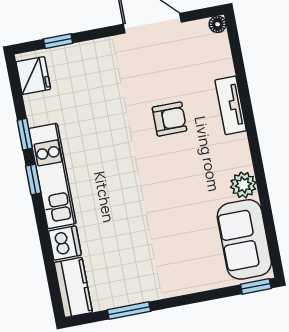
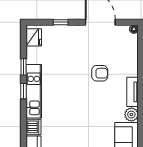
window: (58, 41) -> (61, 22), moved
tv unit: (231, 105) -> (133, 92), moved

